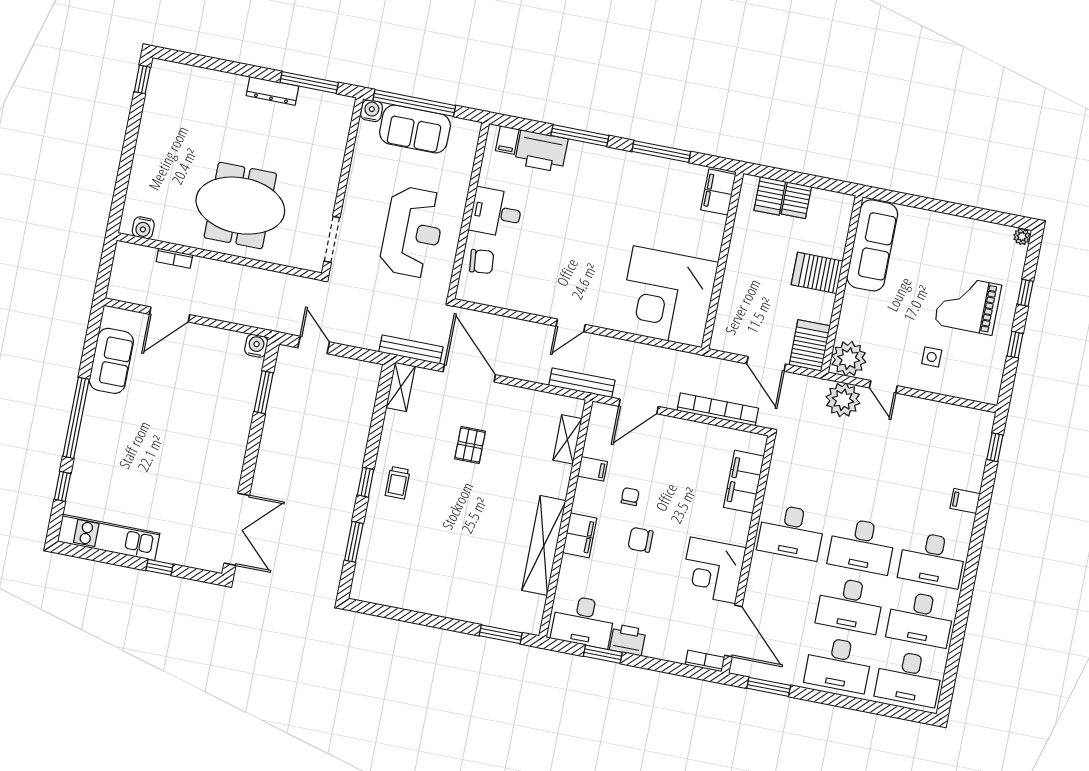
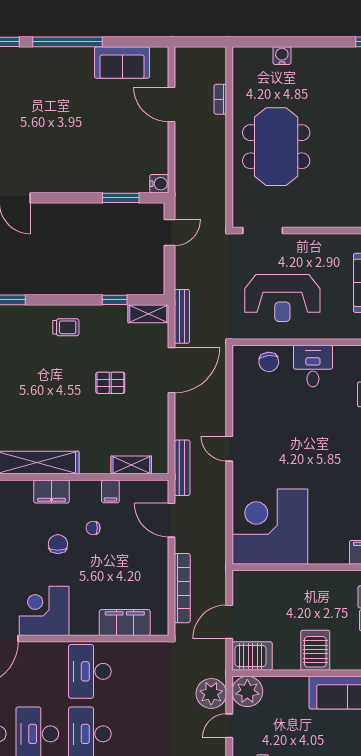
water cooler: (143, 228) -> (282, 56), moved, turned 90
window: (366, 482) -> (115, 300), moved
trolley: (398, 483) -> (66, 327), turned 180
chair: (630, 497) -> (93, 528), turned 180

